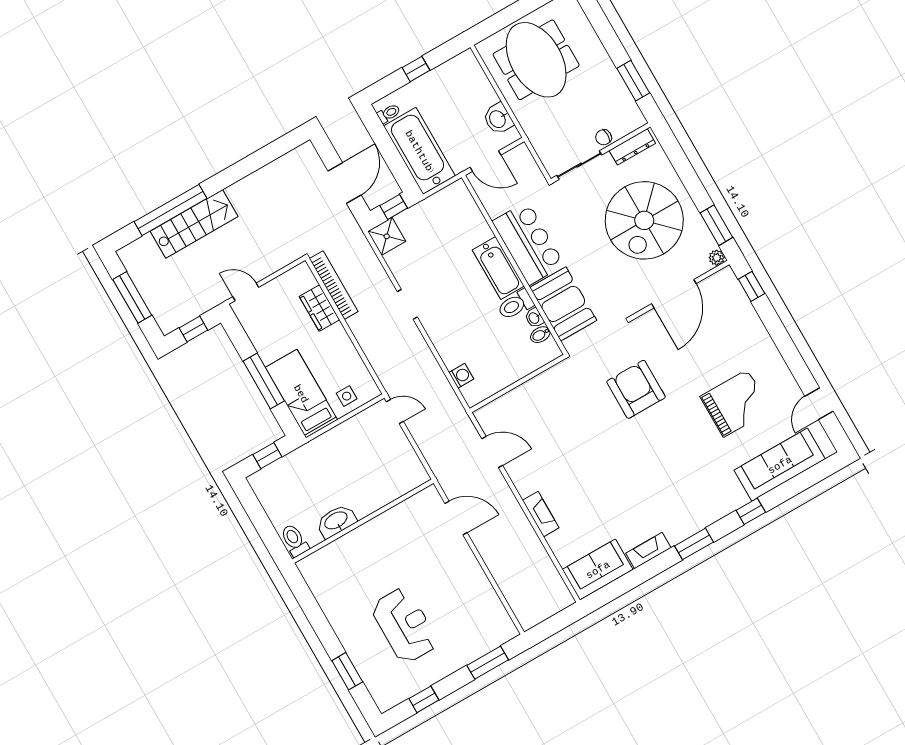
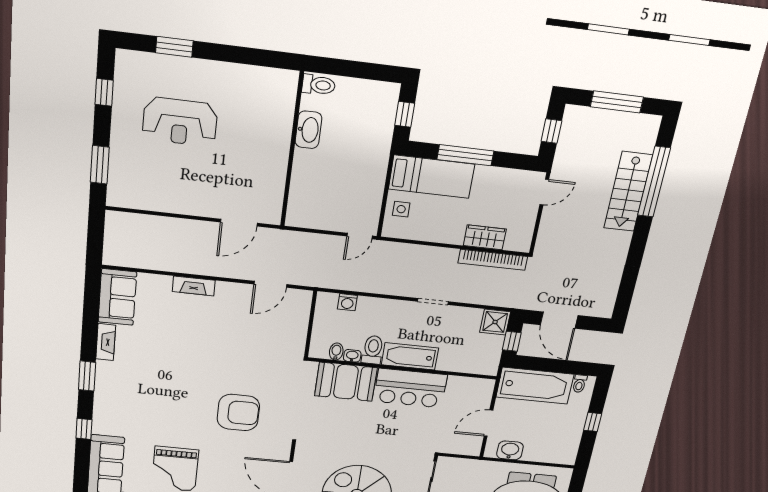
bar counter: (528, 243) -> (410, 388), moved
wall: (514, 265) -> (403, 369), moved
bathtub: (498, 268) -> (410, 356), moved
booth: (563, 304) -> (346, 382), moved
toilet: (516, 305) -> (373, 350), moved
washbasin: (534, 318) -> (352, 356), moved
bidet: (540, 335) -> (336, 352), moved

